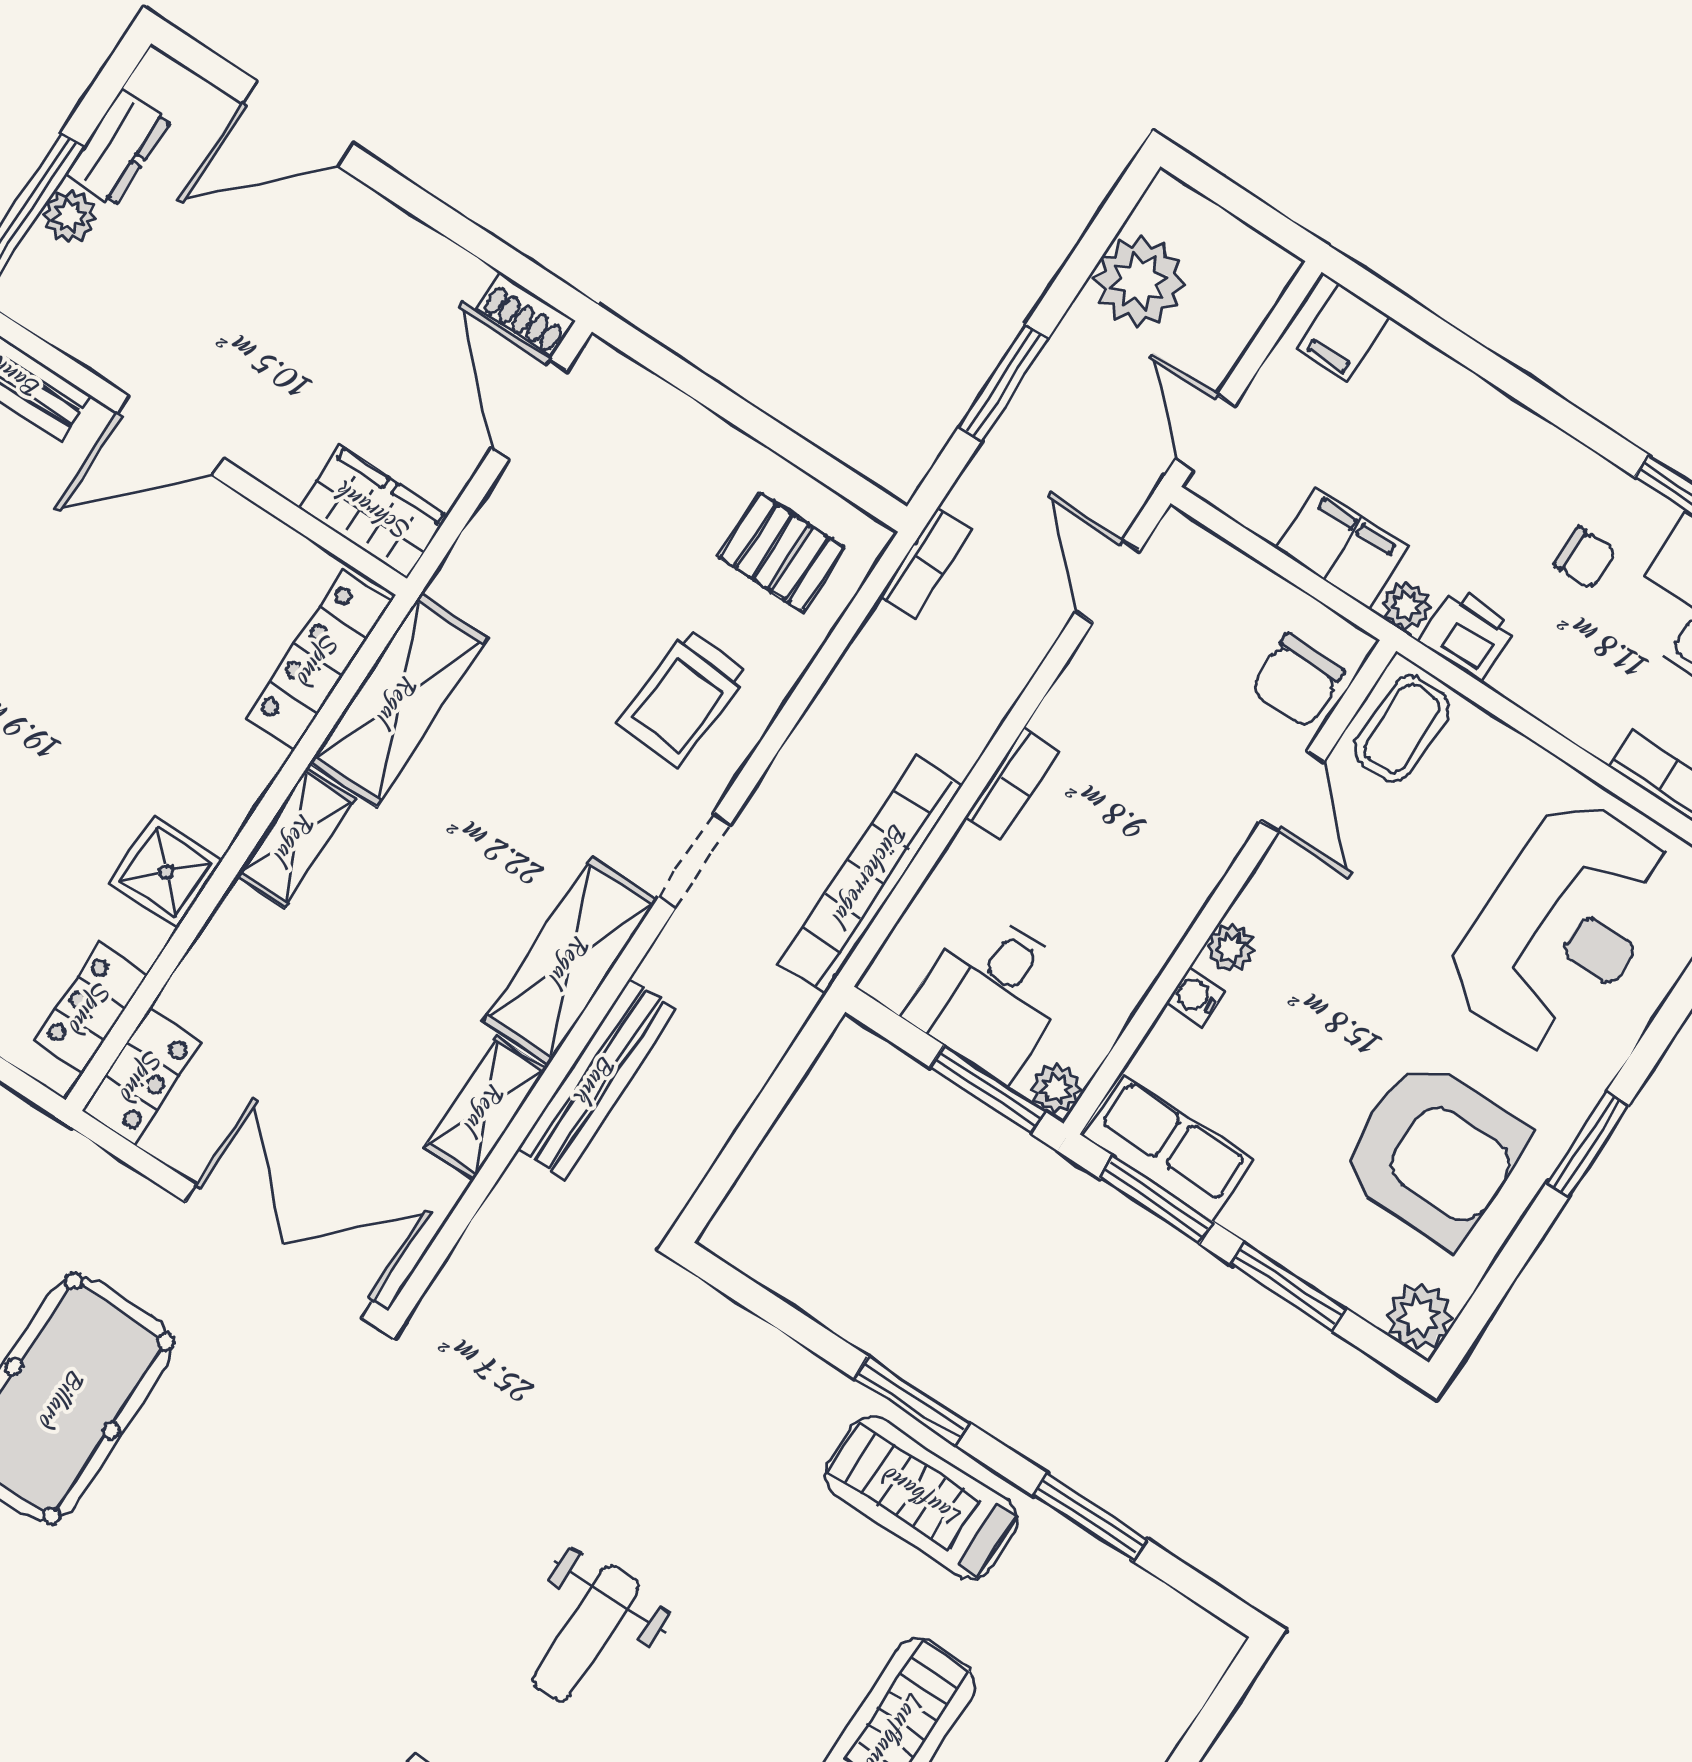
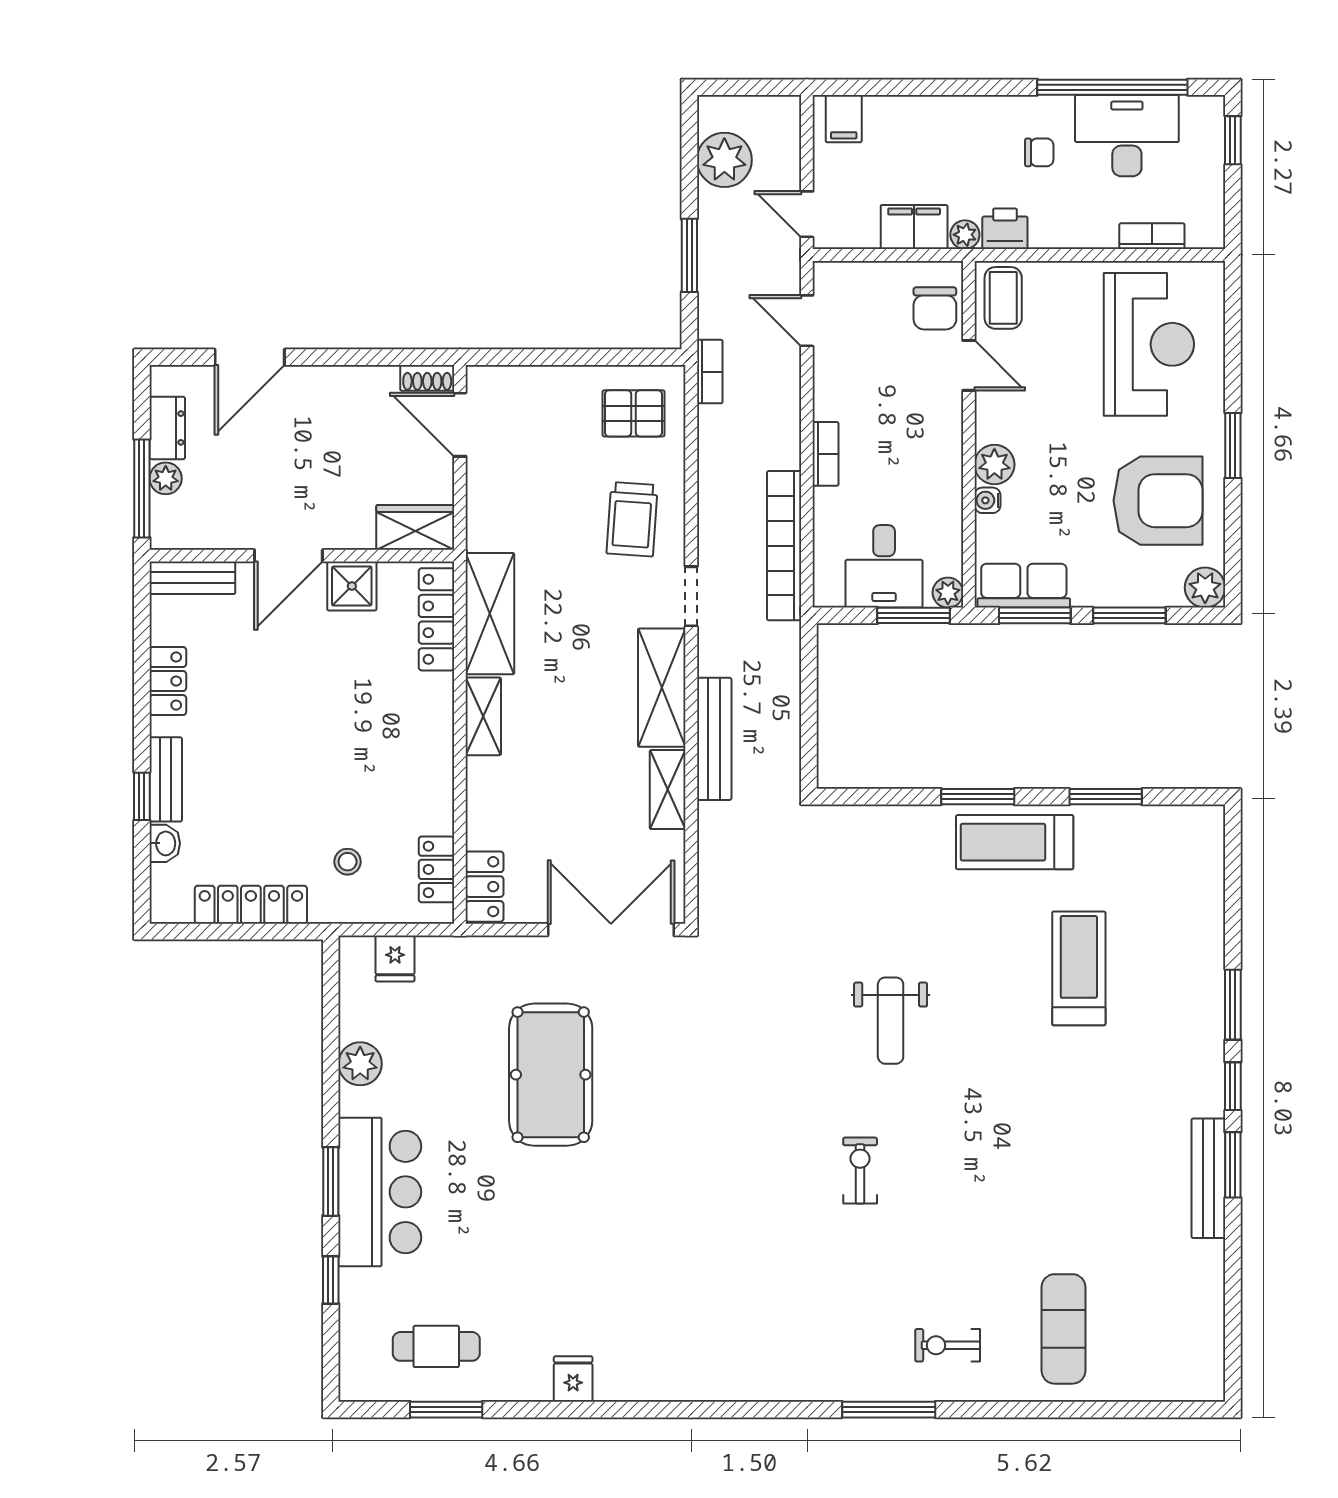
shower: (166, 872) -> (352, 586), moved
plant: (1230, 948) -> (994, 465), width x1.38, depth x1.38

